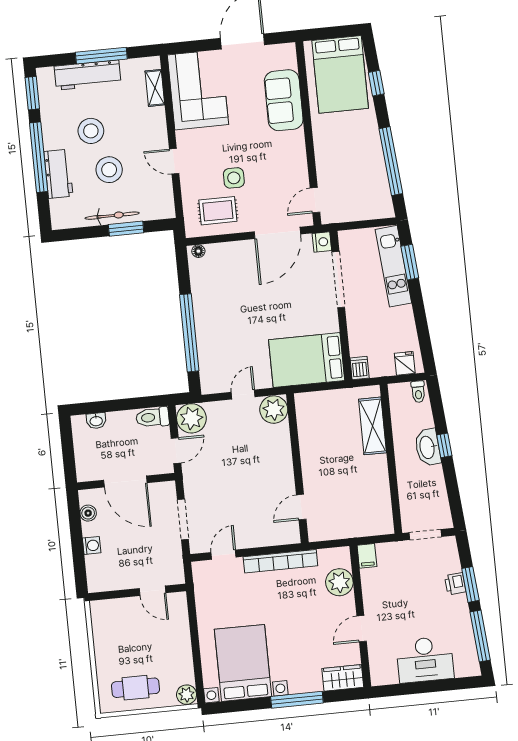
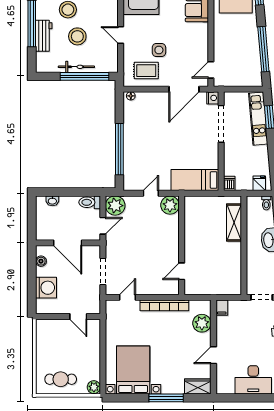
window: (126, 229) -> (85, 76), width x2.11
bed: (307, 360) -> (195, 180), width x0.67
washing machine: (92, 545) -> (46, 288), width x1.89, depth x1.89

